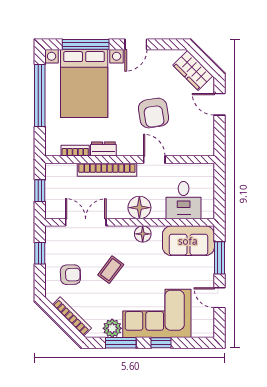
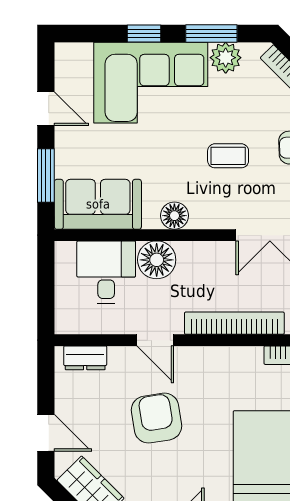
dresser: (103, 149) -> (85, 358), moved
floor lamp: (139, 208) -> (157, 260), moved
coffee table: (111, 270) -> (228, 156), turned 53

